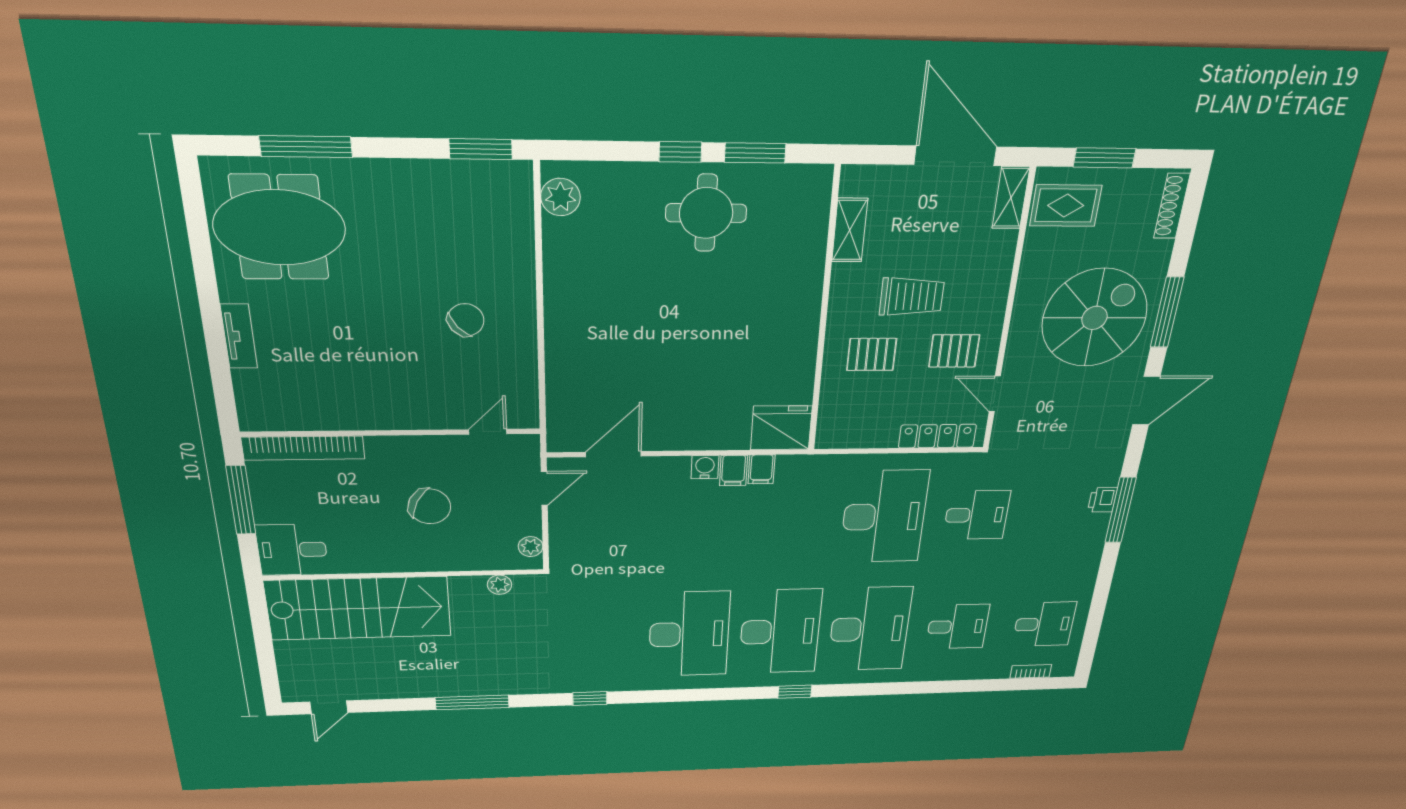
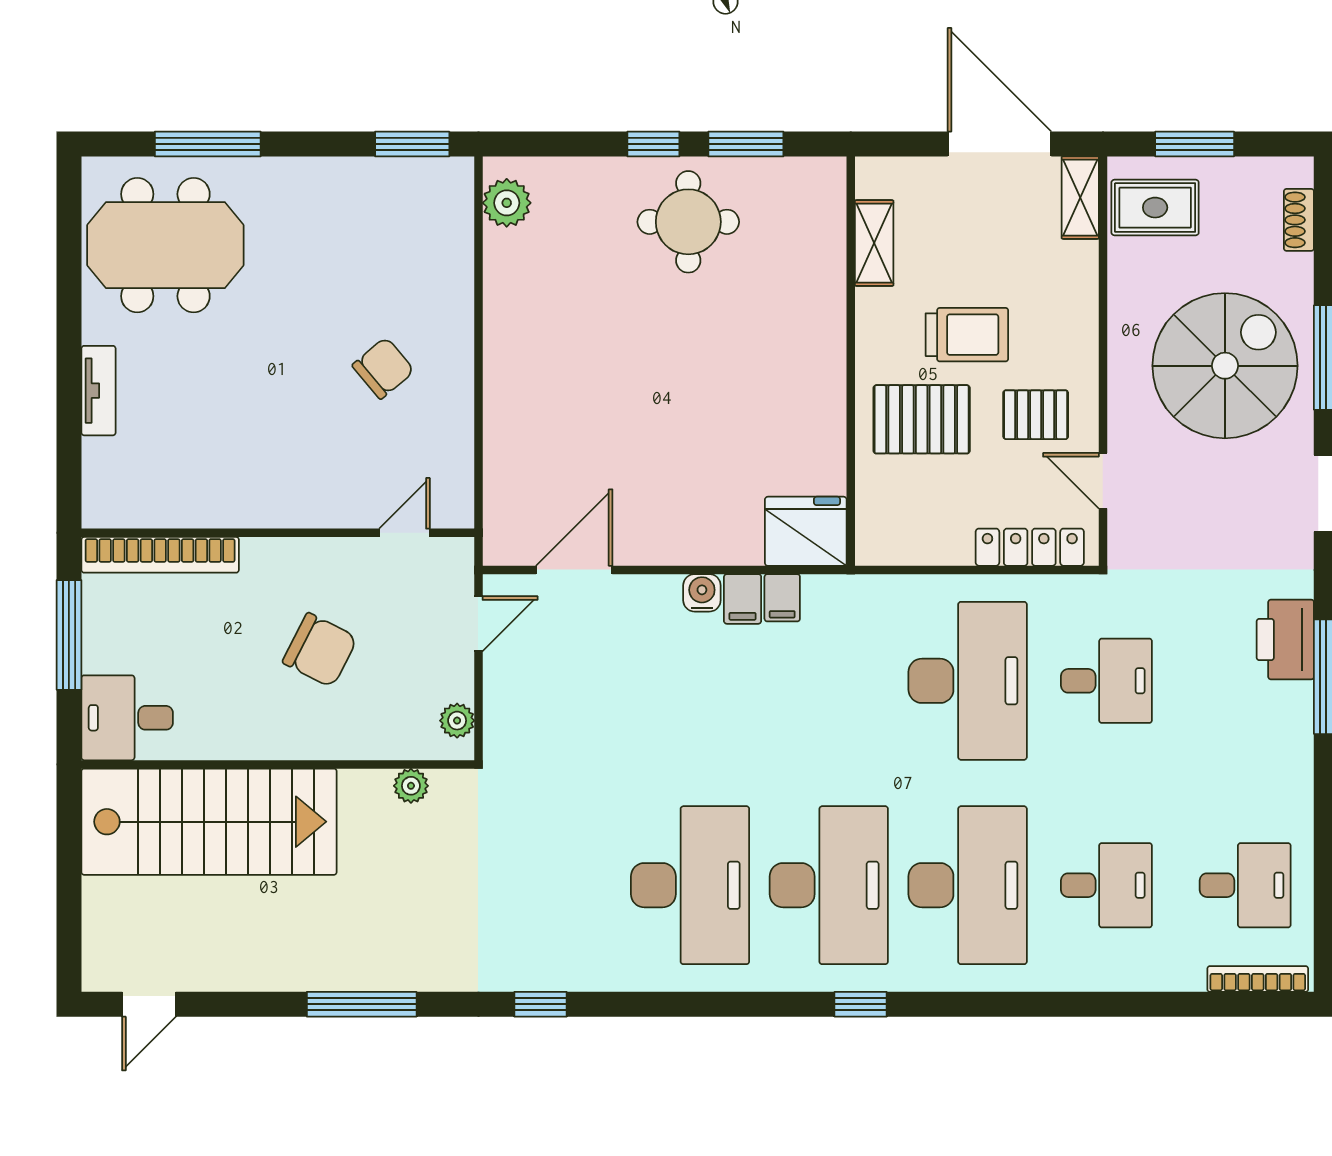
shoe rack: (1172, 206) -> (1299, 220), width x0.70
pallet: (872, 354) -> (922, 419), width x1.50, depth x1.42
printer: (1102, 500) -> (1285, 640), width x1.87, depth x1.48
bookcase: (1031, 671) -> (1258, 979), width x1.56

